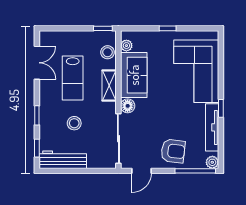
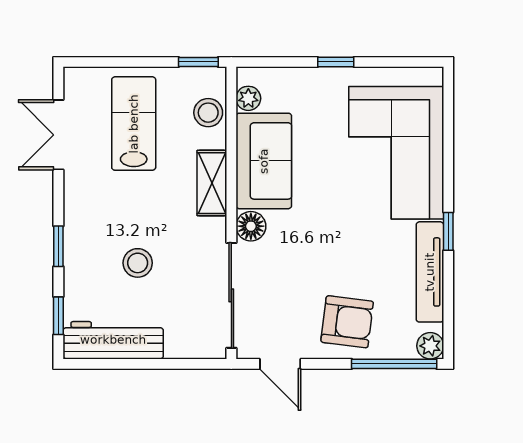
double door: (37, 63) -> (58, 135), swing flipped
lab bench: (73, 78) -> (134, 124), moved, turned 180
door: (141, 171) -> (280, 364), hinge flipped

